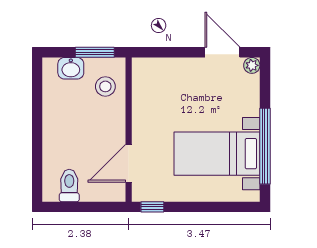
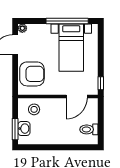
window: (95, 52) -> (15, 129), moved
armchair: (169, 83) -> (32, 74), added
door: (129, 163) -> (77, 96), hinge flipped

